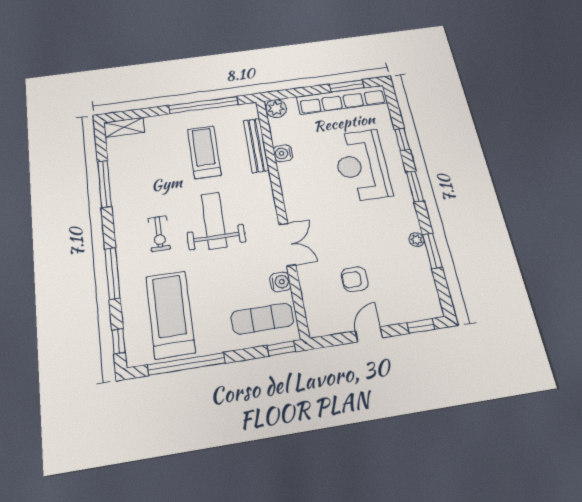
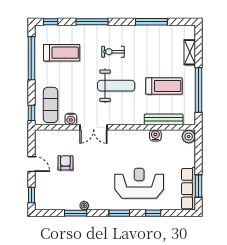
row of seats: (342, 100) -> (189, 189), width x0.73
shelving: (124, 127) -> (190, 52), moved
treadmill: (170, 314) -> (62, 53), width x0.73, depth x0.73

